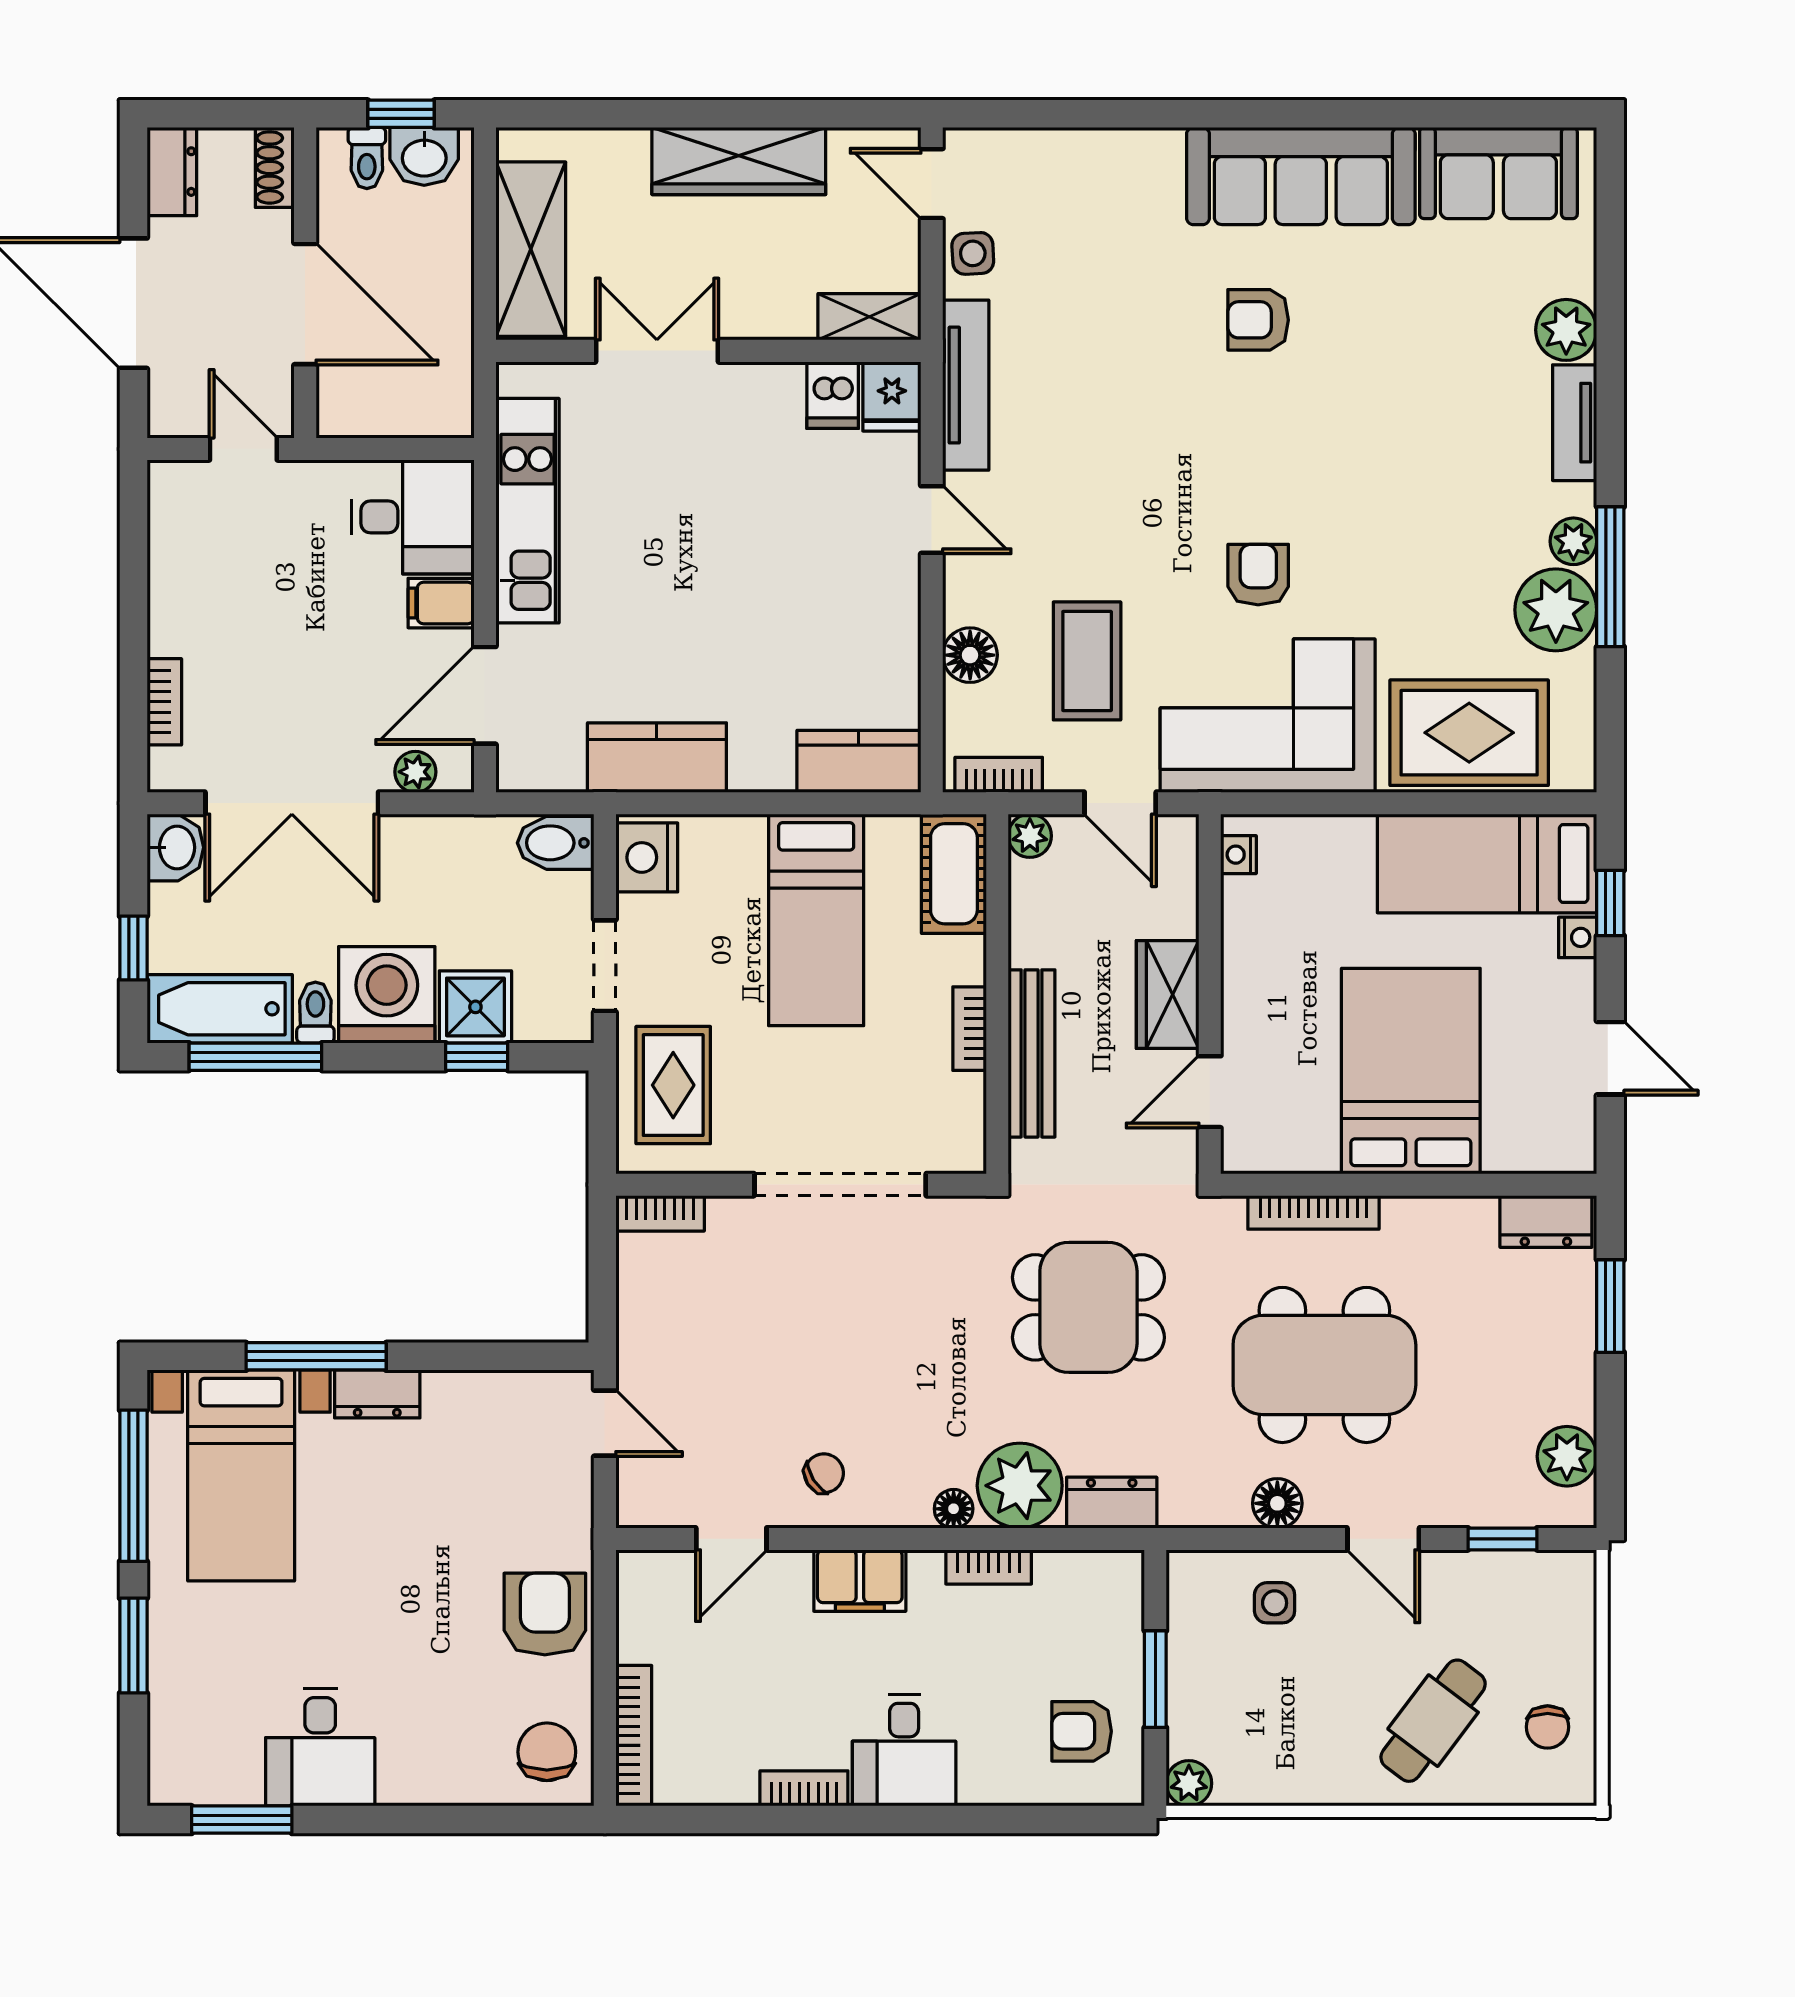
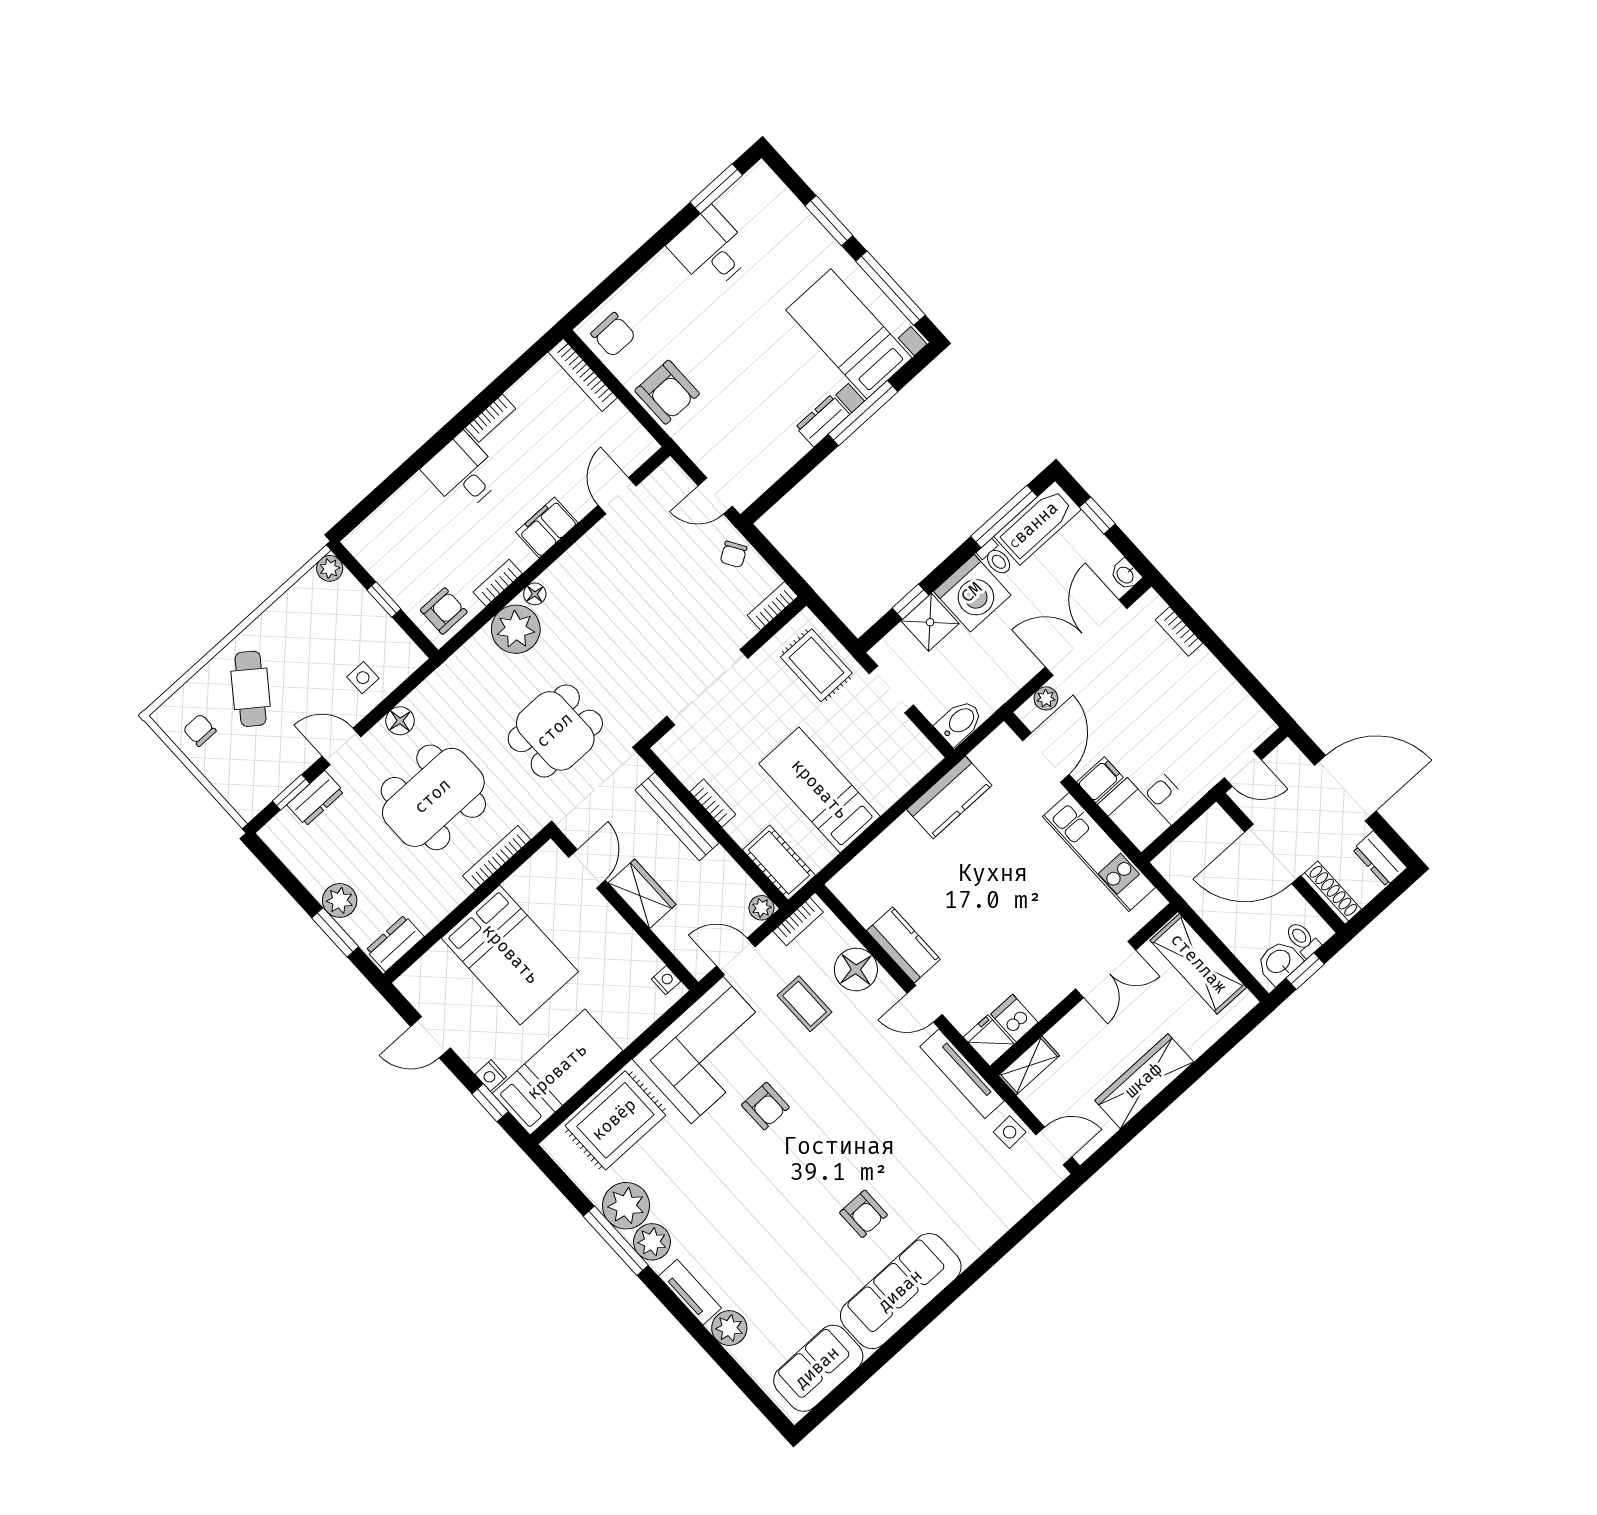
shoe rack: (275, 167) -> (1331, 893), width x1.43
armchair: (1258, 320) -> (864, 1214), turned 90
plant: (1573, 541) -> (652, 1242), width x1.38, depth x1.38
floor lamp: (970, 655) -> (856, 969), width x1.38, depth x1.38
coffee table: (1087, 661) -> (805, 1004), width x0.73, depth x0.77
kitchen counter: (859, 761) -> (903, 945), moved, turned -90
washbasin: (175, 847) -> (1126, 575), width x0.72, depth x0.69
nightstand: (647, 857) -> (915, 751), removed
plant: (1567, 1456) -> (340, 900), moved
chair: (824, 1473) -> (734, 554), moved
dresser: (1112, 1503) -> (315, 798), moved
window: (1155, 1679) -> (384, 600), width x0.67
armchair: (1082, 1731) -> (444, 611), moved

